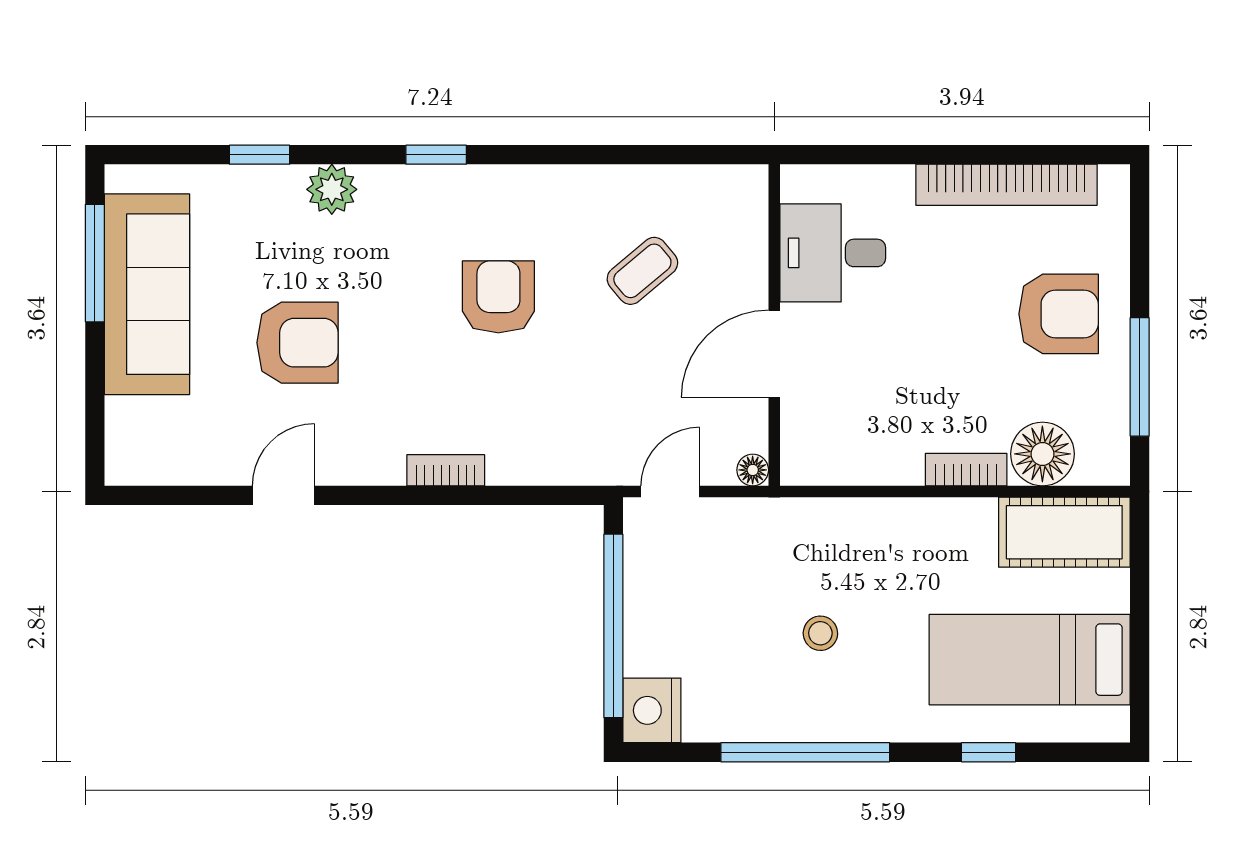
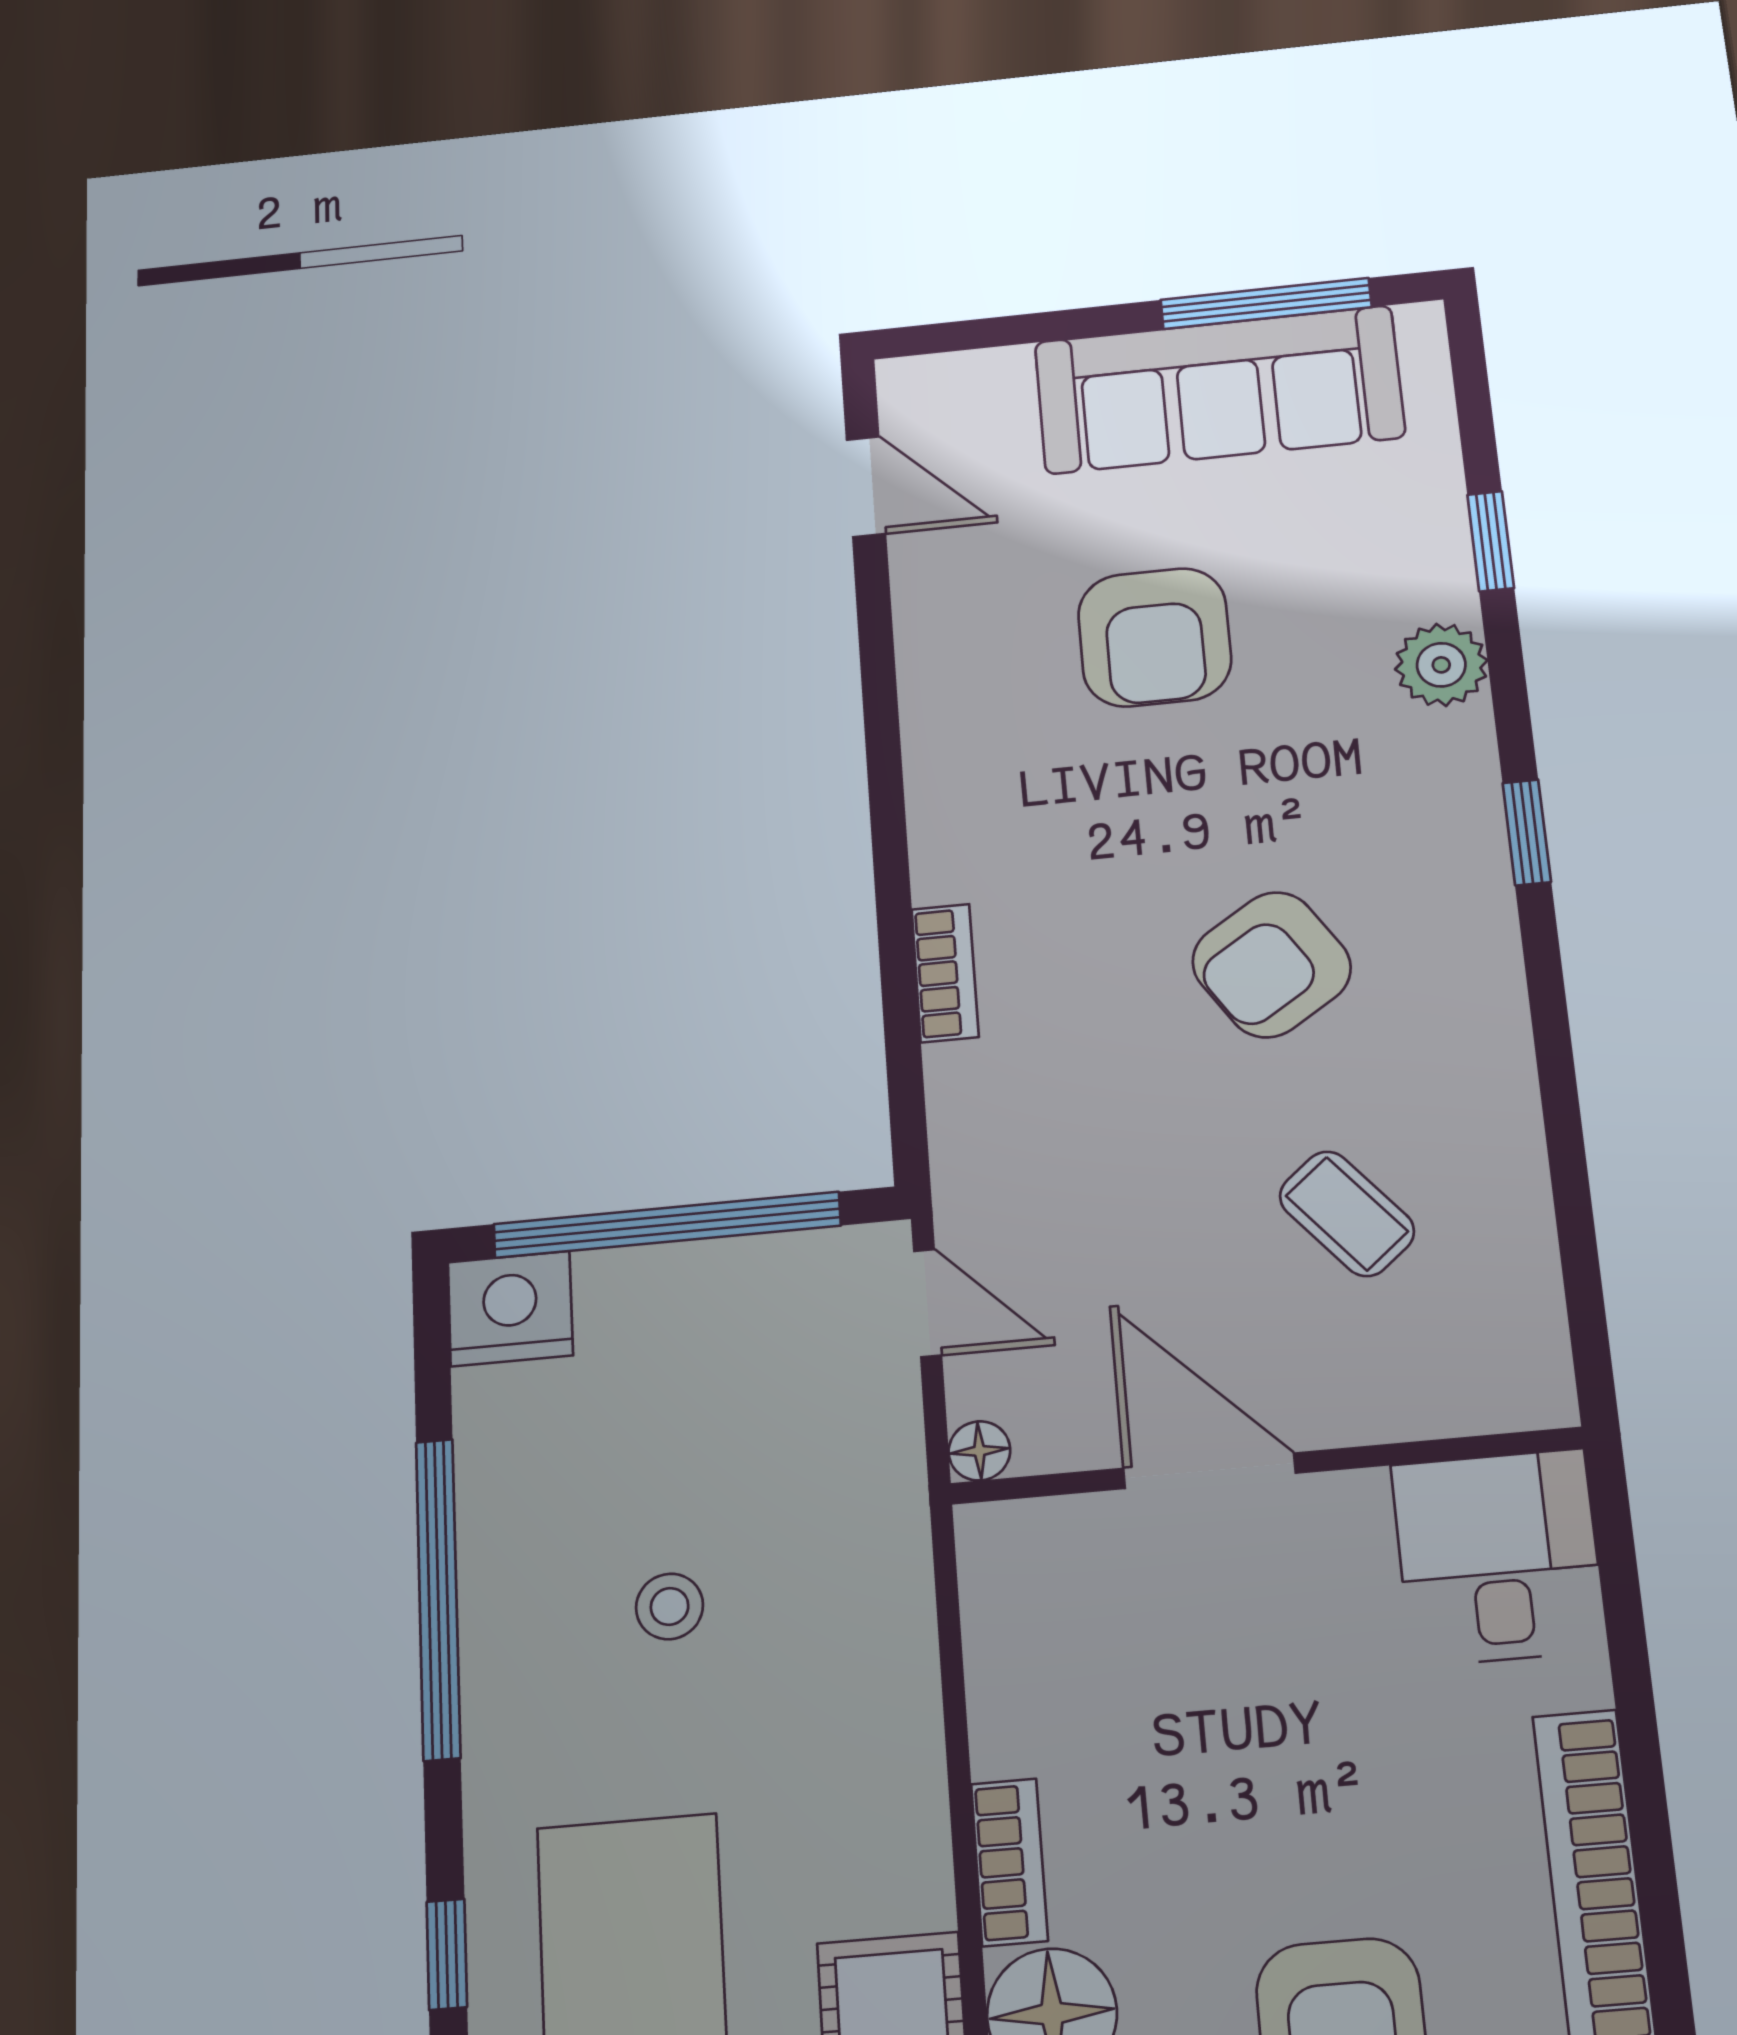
desk: (833, 253) -> (1498, 1557), moved
armchair: (498, 297) -> (1272, 965), turned 147
bookcase: (446, 470) -> (945, 973), moved
door: (283, 495) -> (866, 487), moved

